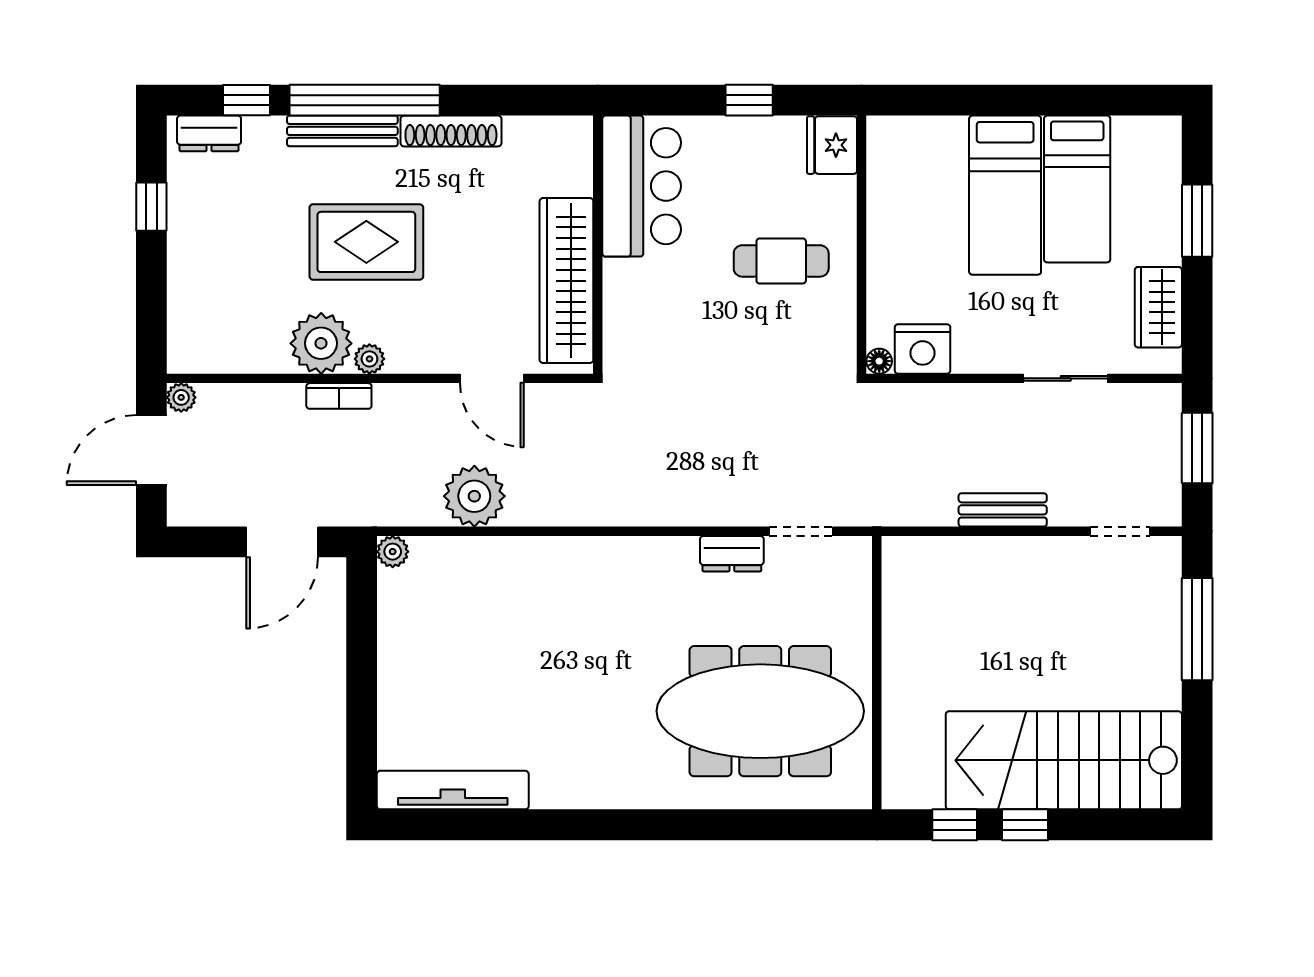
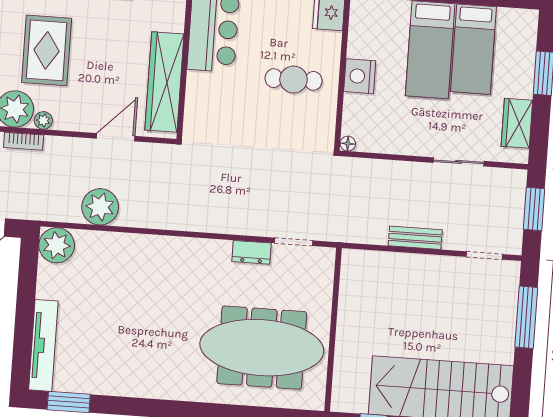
rug: (366, 242) -> (47, 50), turned 90
nightstand: (923, 349) -> (360, 76), moved, turned 90
door: (492, 378) -> (116, 137), swing flipped
plant: (393, 552) -> (57, 245), width x1.87, depth x1.87
tv unit: (453, 790) -> (43, 345), moved, turned 90
window: (445, 825) -> (69, 402), added

